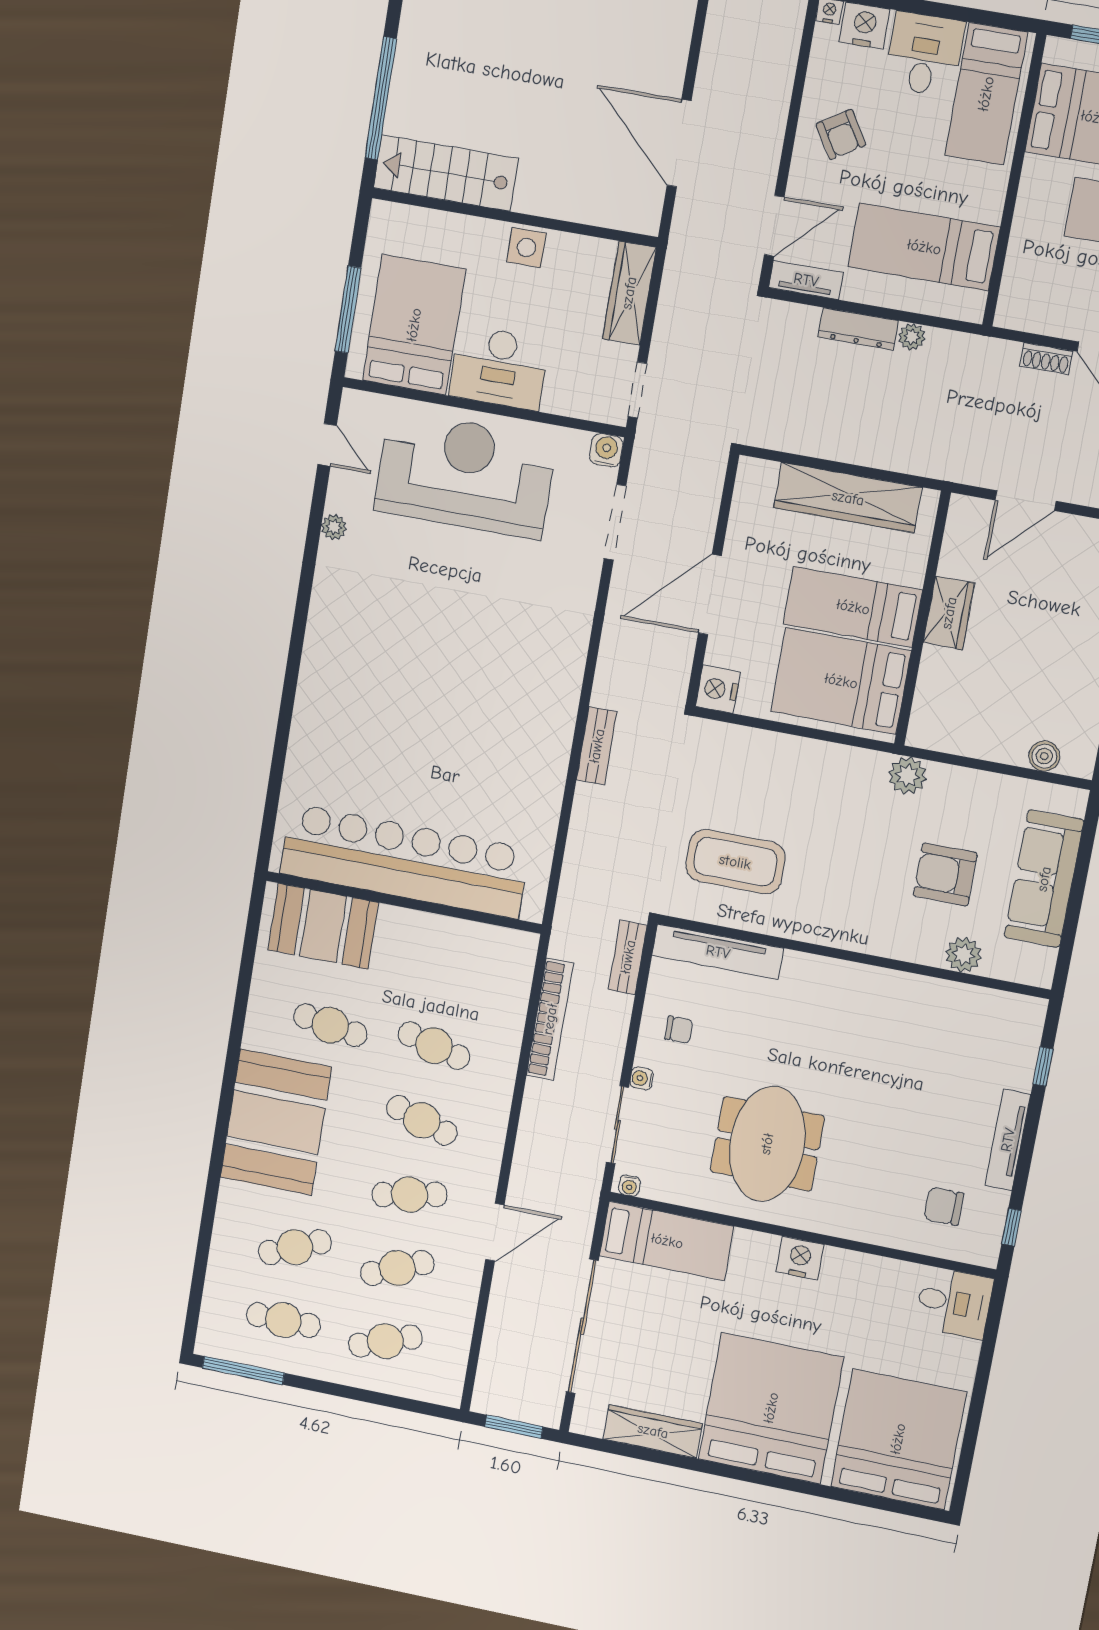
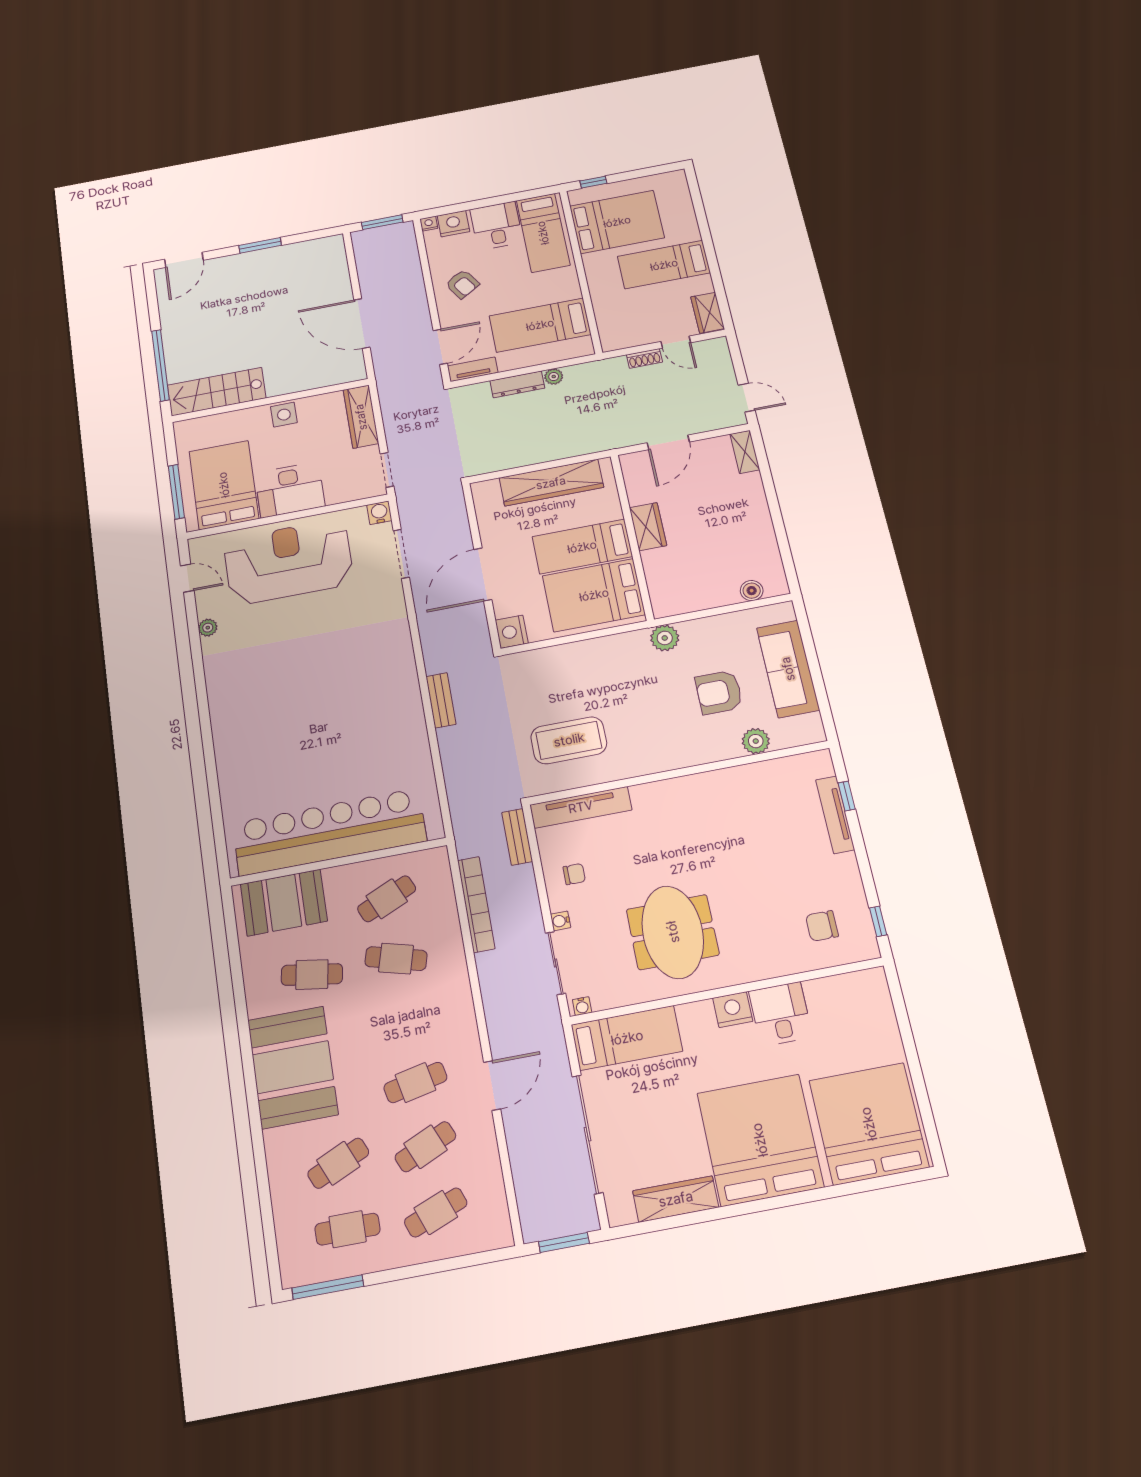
cafe table: (422, 1120) -> (387, 899), moved, turned -42
tv unit: (1008, 1140) -> (835, 815), moved
desk: (954, 1303) -> (781, 1014), moved, turned -90

